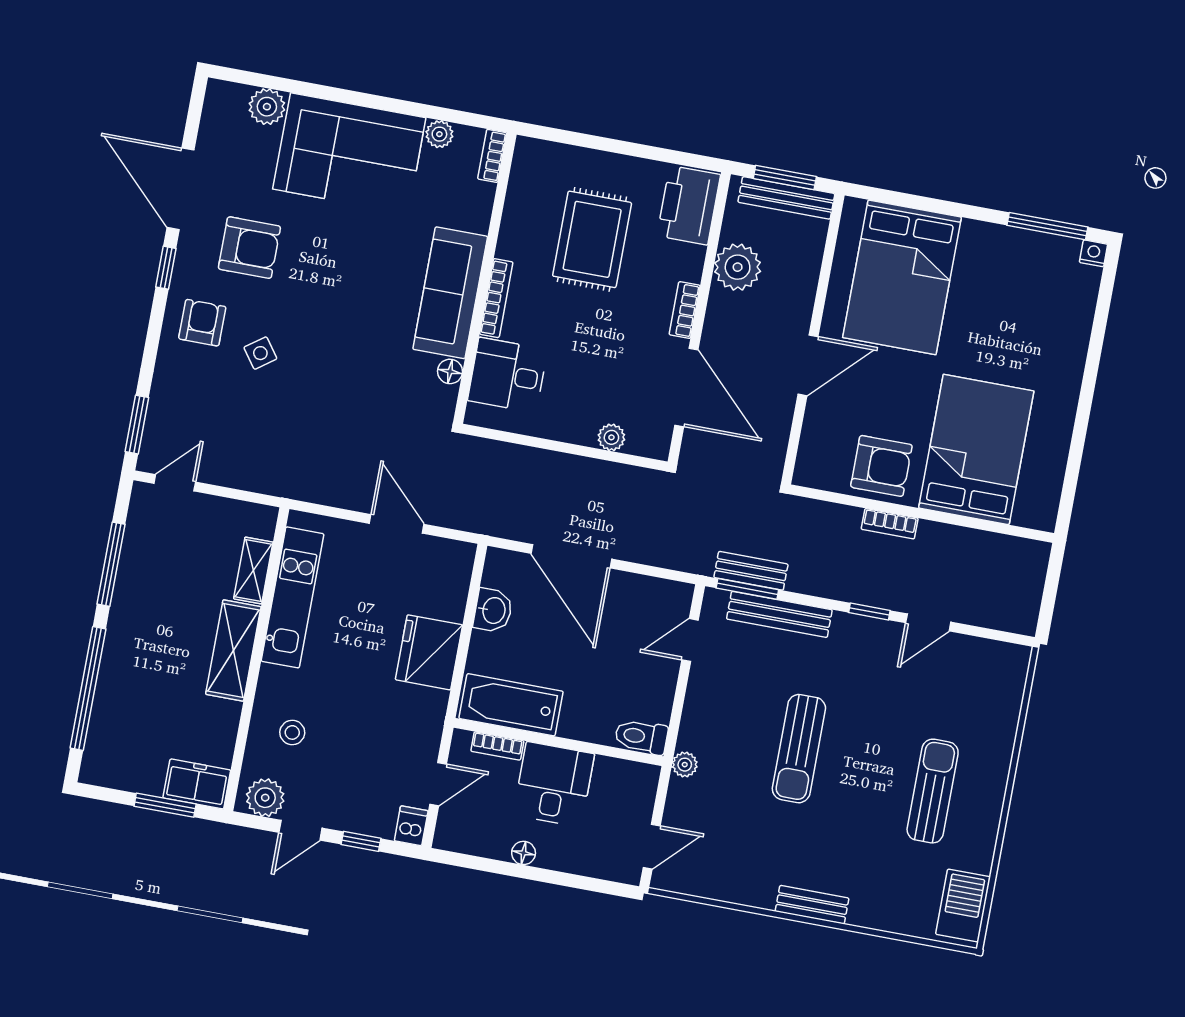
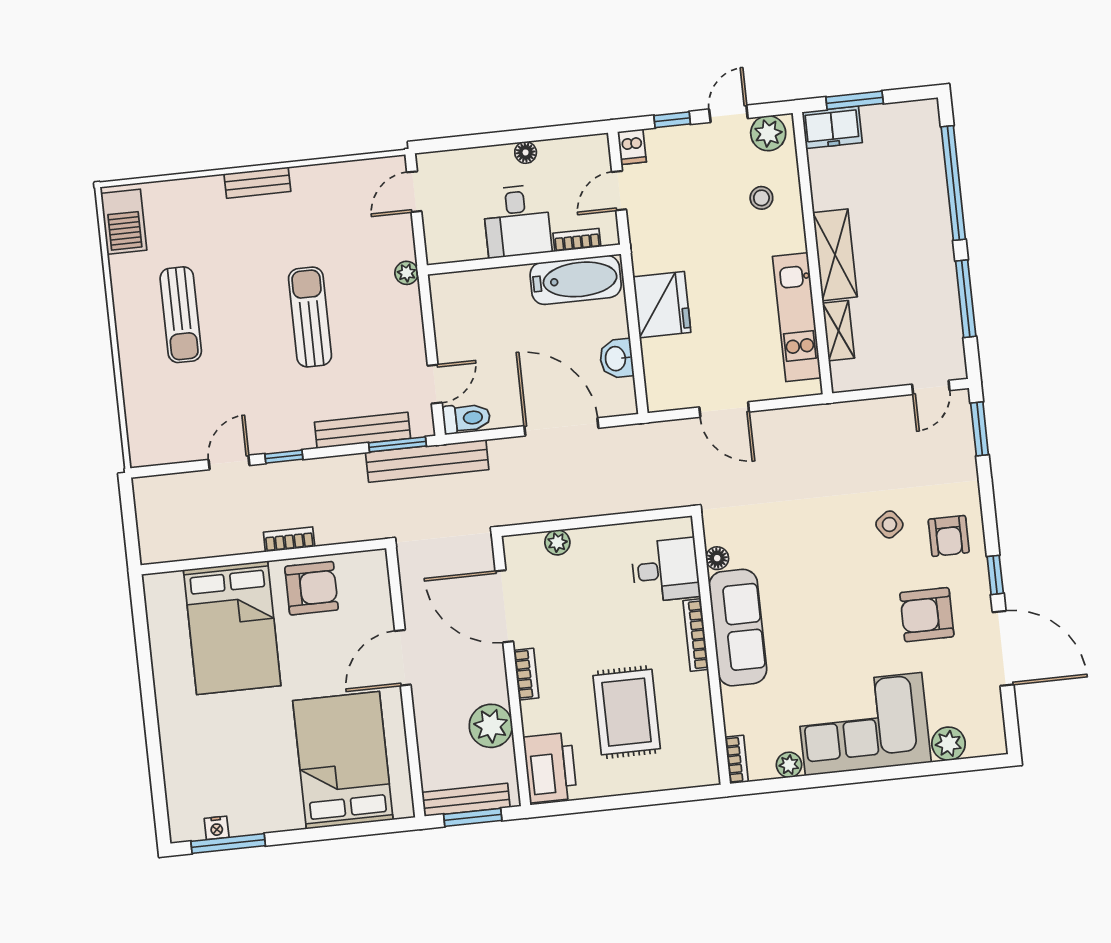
nightstand: (1093, 253) -> (217, 828), moved
armchair: (881, 466) -> (312, 588), turned 180
bench: (751, 571) -> (427, 461), width x1.86, depth x1.21
toilet: (641, 737) -> (466, 418), moved

